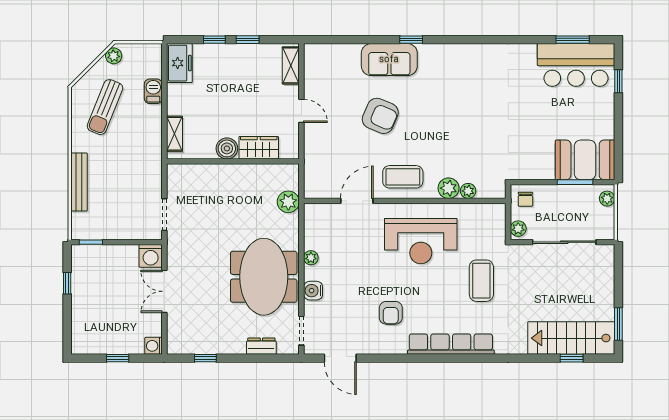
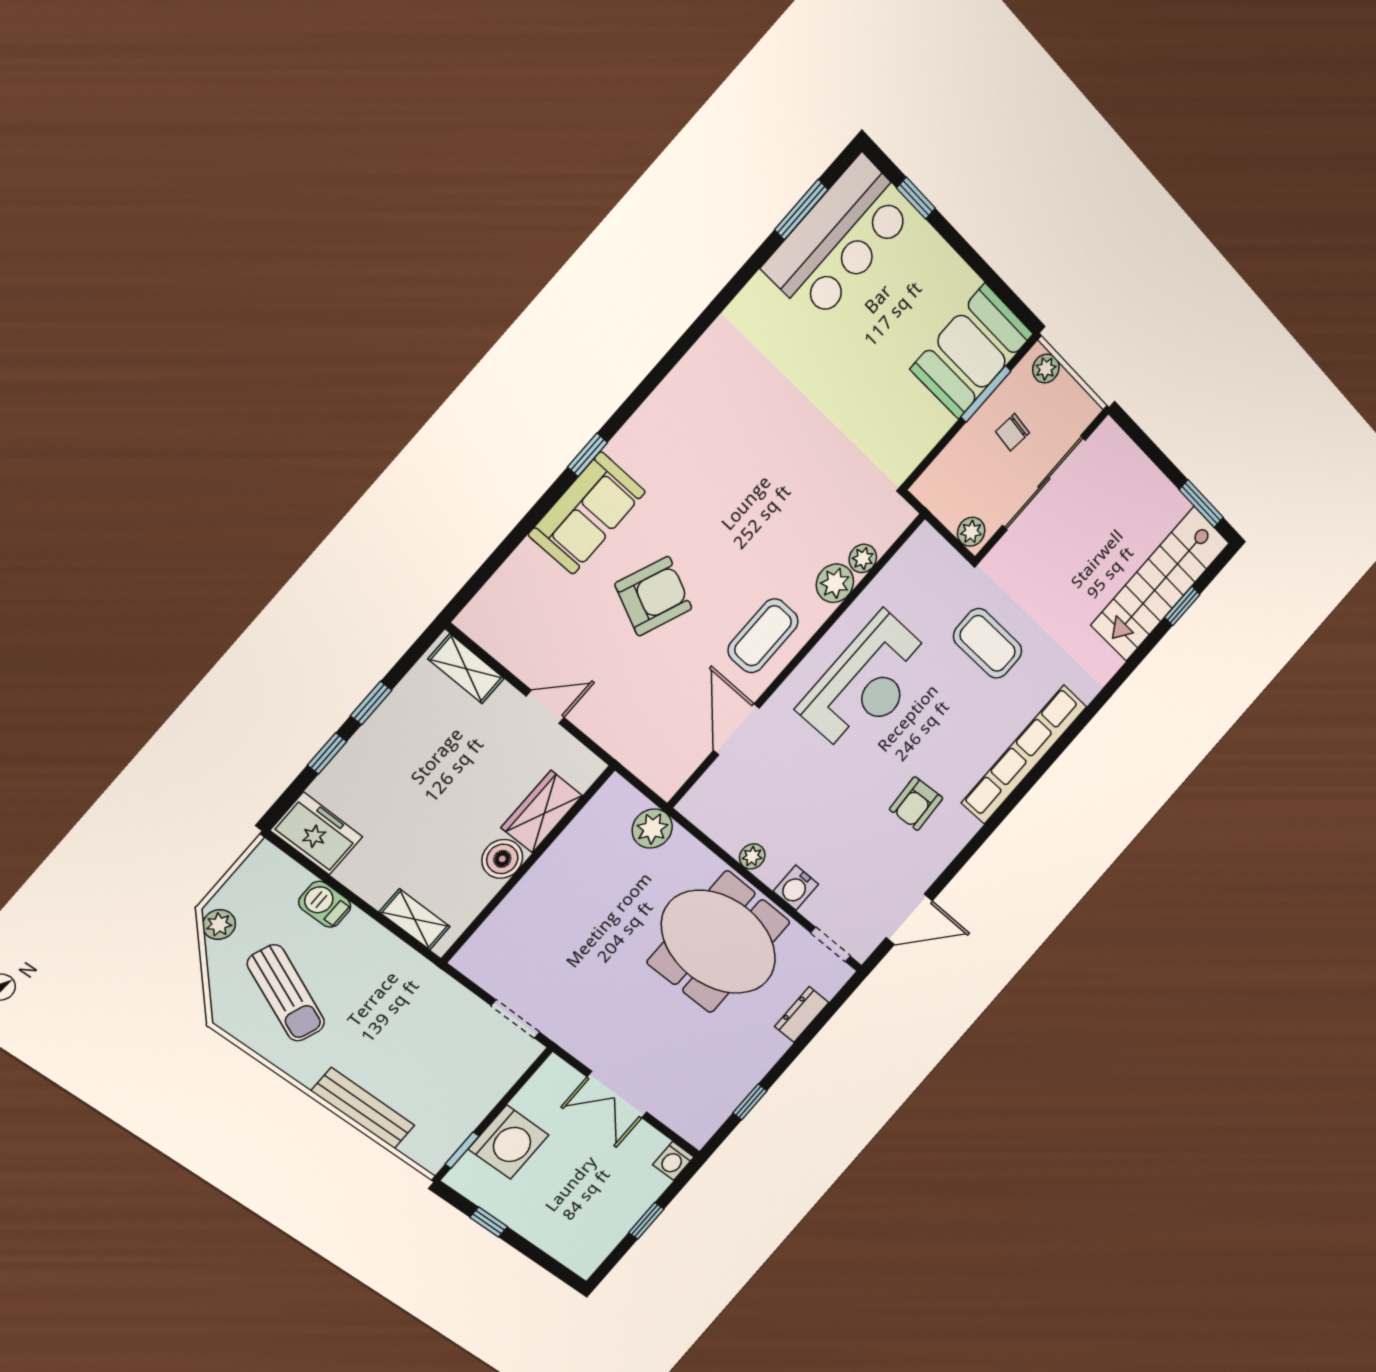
chair: (525, 199) -> (1013, 432), moved, turned 96
washing machine: (151, 256) -> (509, 1142), moved, width x1.37, depth x1.37
armchair: (391, 313) -> (916, 804), turned 86

